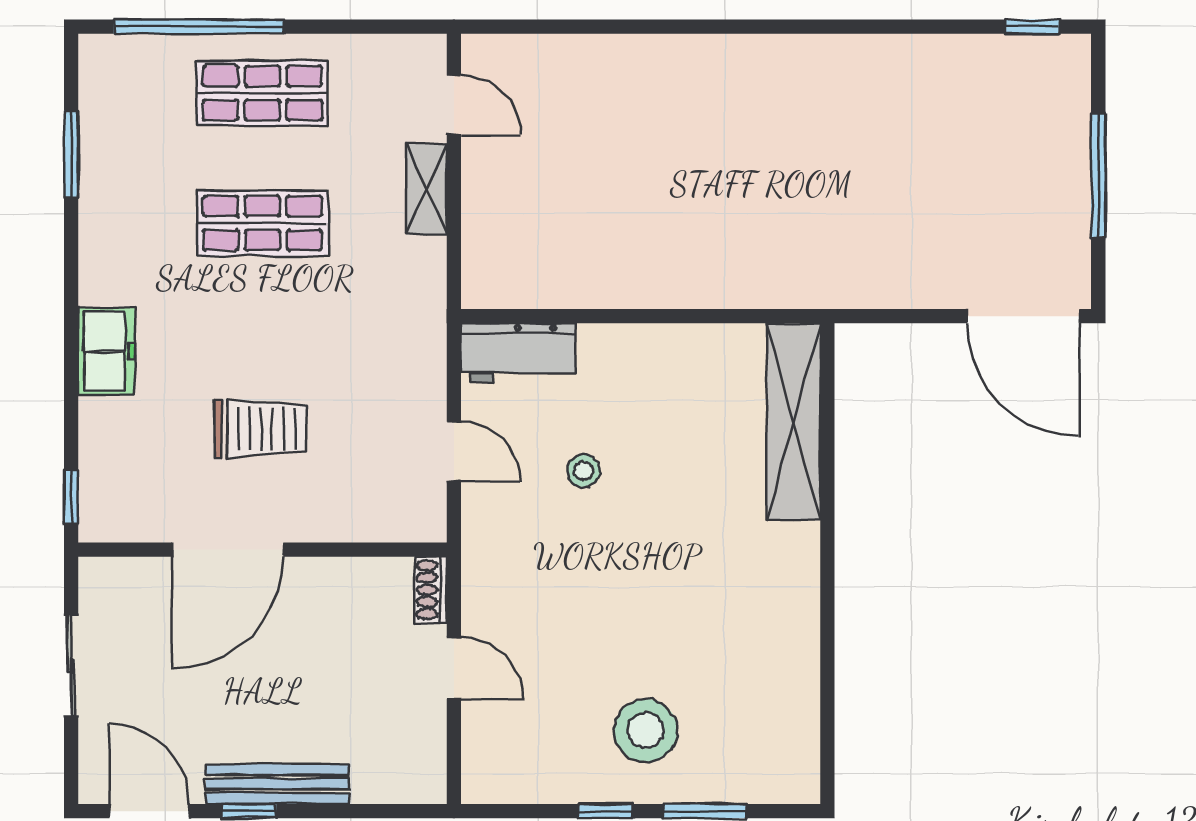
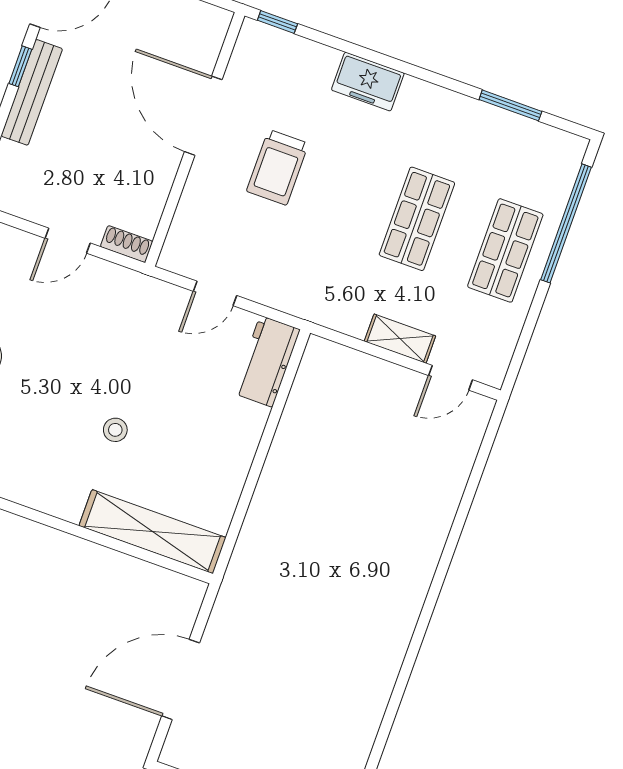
door: (1023, 316) -> (181, 679), moved
stool: (583, 471) -> (115, 430), moved

